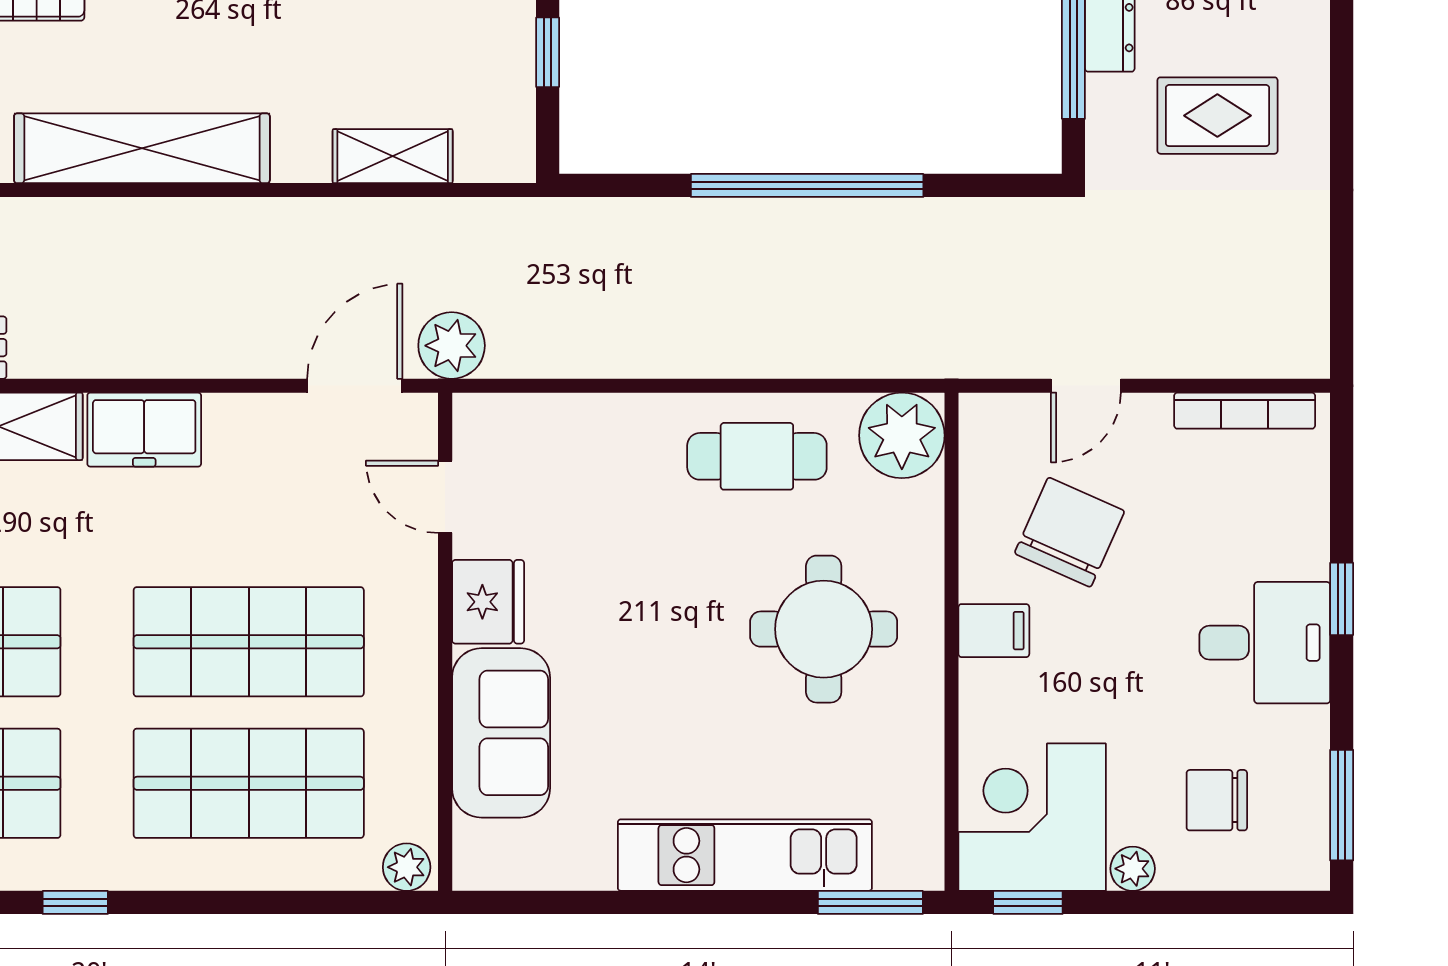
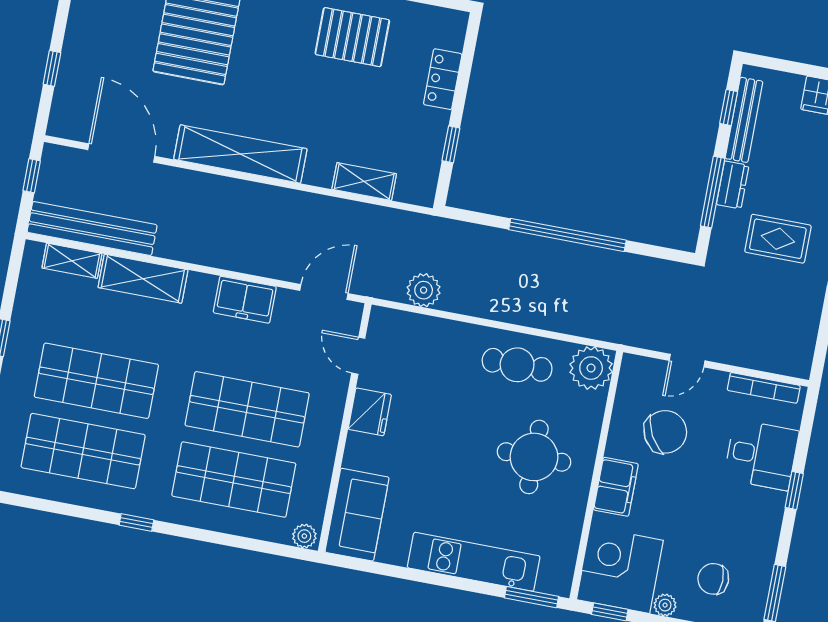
plant: (452, 346) -> (424, 290), moved
freezer: (144, 430) -> (245, 300), moved
chair: (1070, 532) -> (665, 432), turned 37
filing cabinet: (994, 631) -> (616, 487), width x2.00
desk: (1265, 643) -> (761, 455), moved
sofa: (501, 733) -> (357, 515), moved

